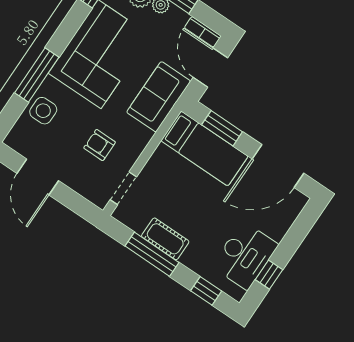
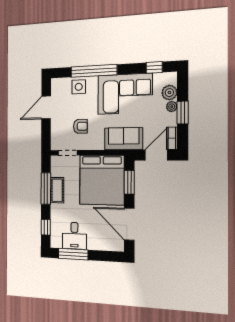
window: (37, 75) -> (94, 71), width x1.46
armchair: (100, 145) -> (80, 126), turned 90
bed: (204, 149) -> (102, 180), width x2.04
desk: (245, 255) -> (74, 236), width x0.73
window: (269, 275) -> (73, 254), width x2.17

